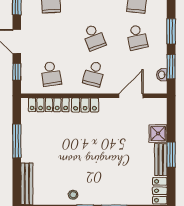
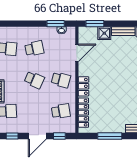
window: (171, 31) -> (30, 24), removed
school desk: (94, 37) -> (34, 80), turned 45
door: (131, 96) -> (77, 53), swing flipped
window: (171, 155) -> (95, 24), moved

